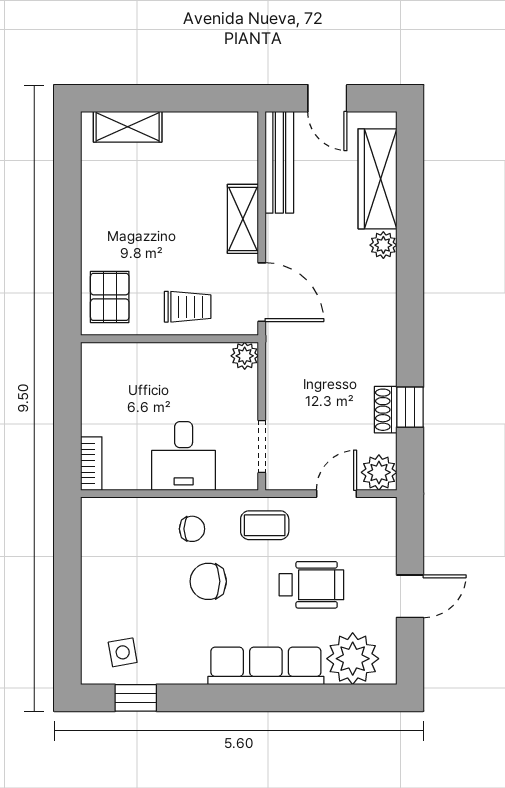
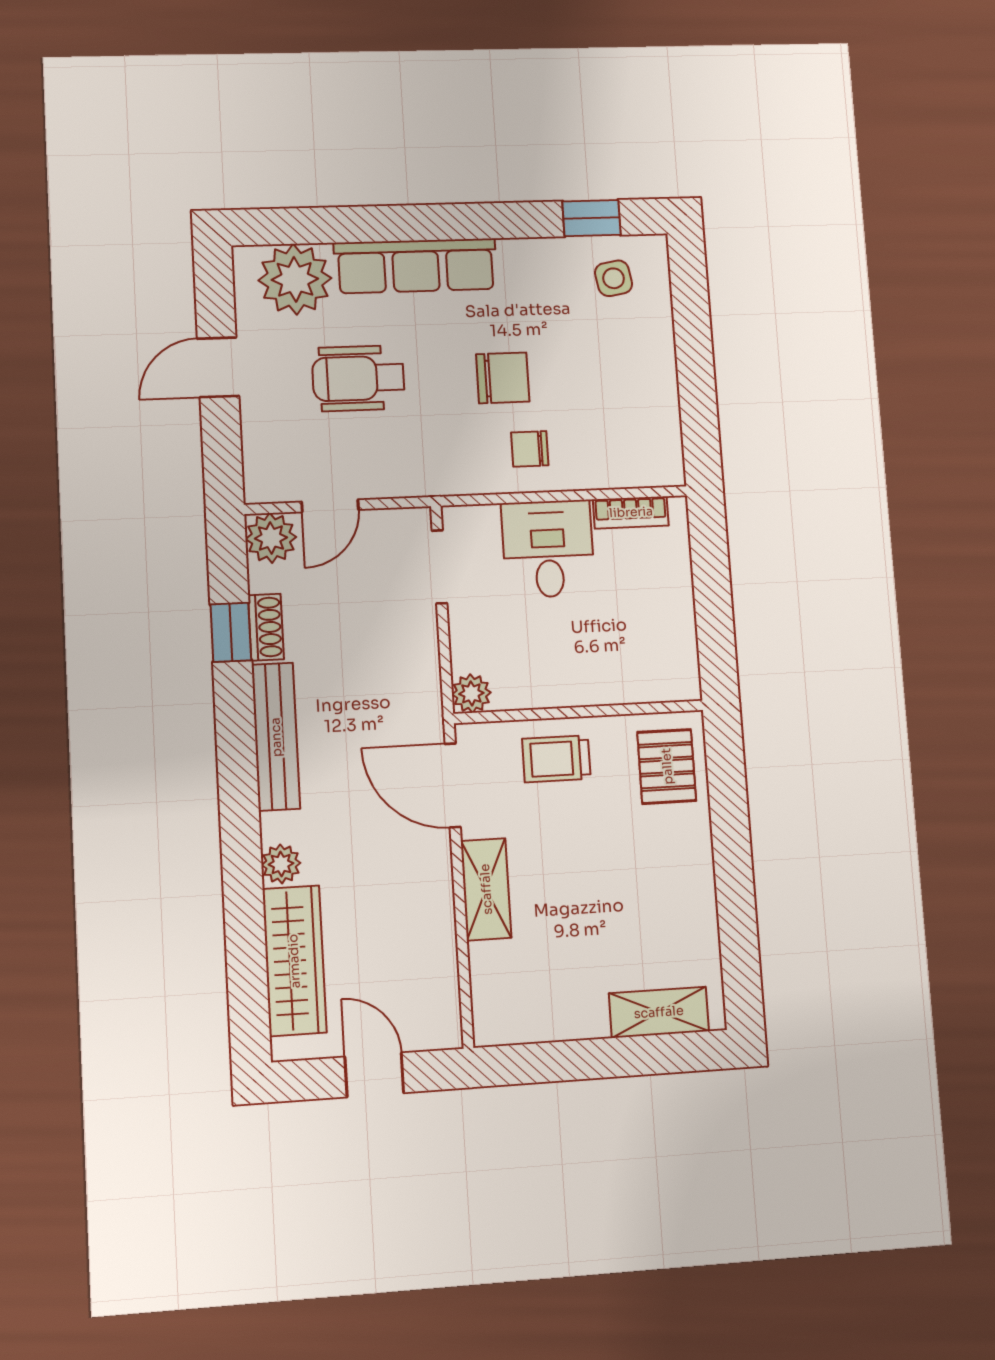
bench: (279, 162) -> (276, 737), moved
bookcase: (91, 464) -> (631, 512), moved, turned -90
coffee table: (265, 525) -> (429, 458), removed

